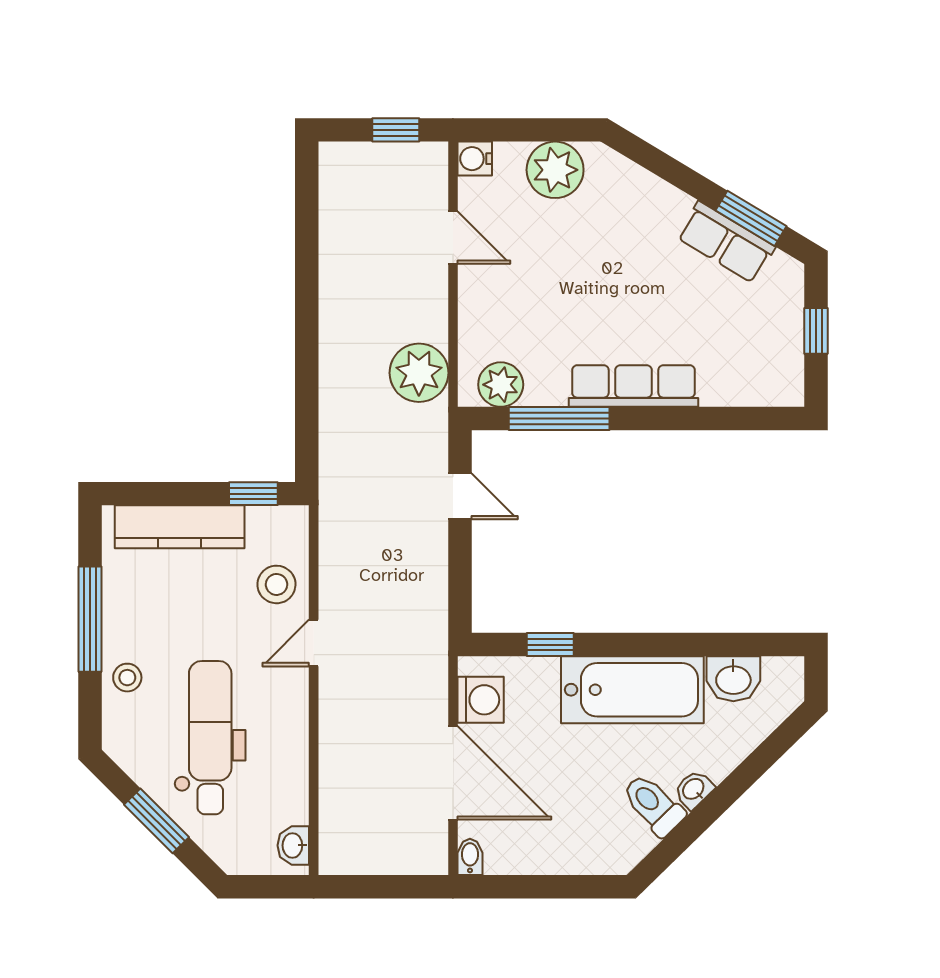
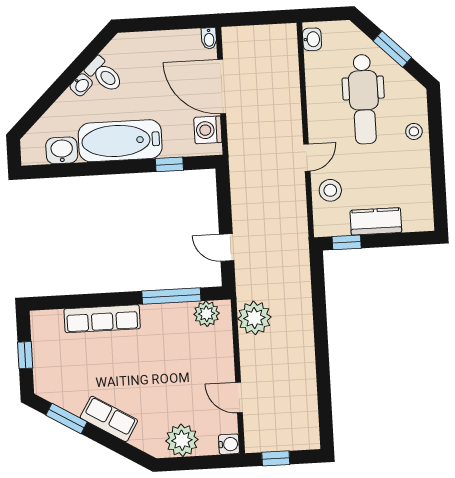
row of seats: (726, 242) -> (109, 419), moved
row of seats: (634, 386) -> (102, 319), moved
kitchen counter: (180, 527) -> (376, 221), width x0.67
window: (90, 619) -> (438, 164), removed

